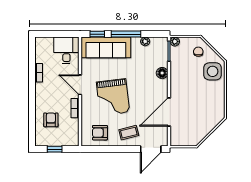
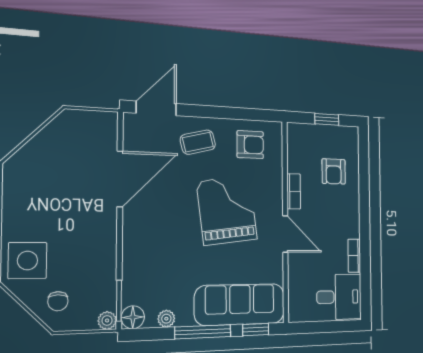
desk: (66, 50) -> (339, 297), moved, turned -90
floor lamp: (162, 73) -> (133, 317), moved

